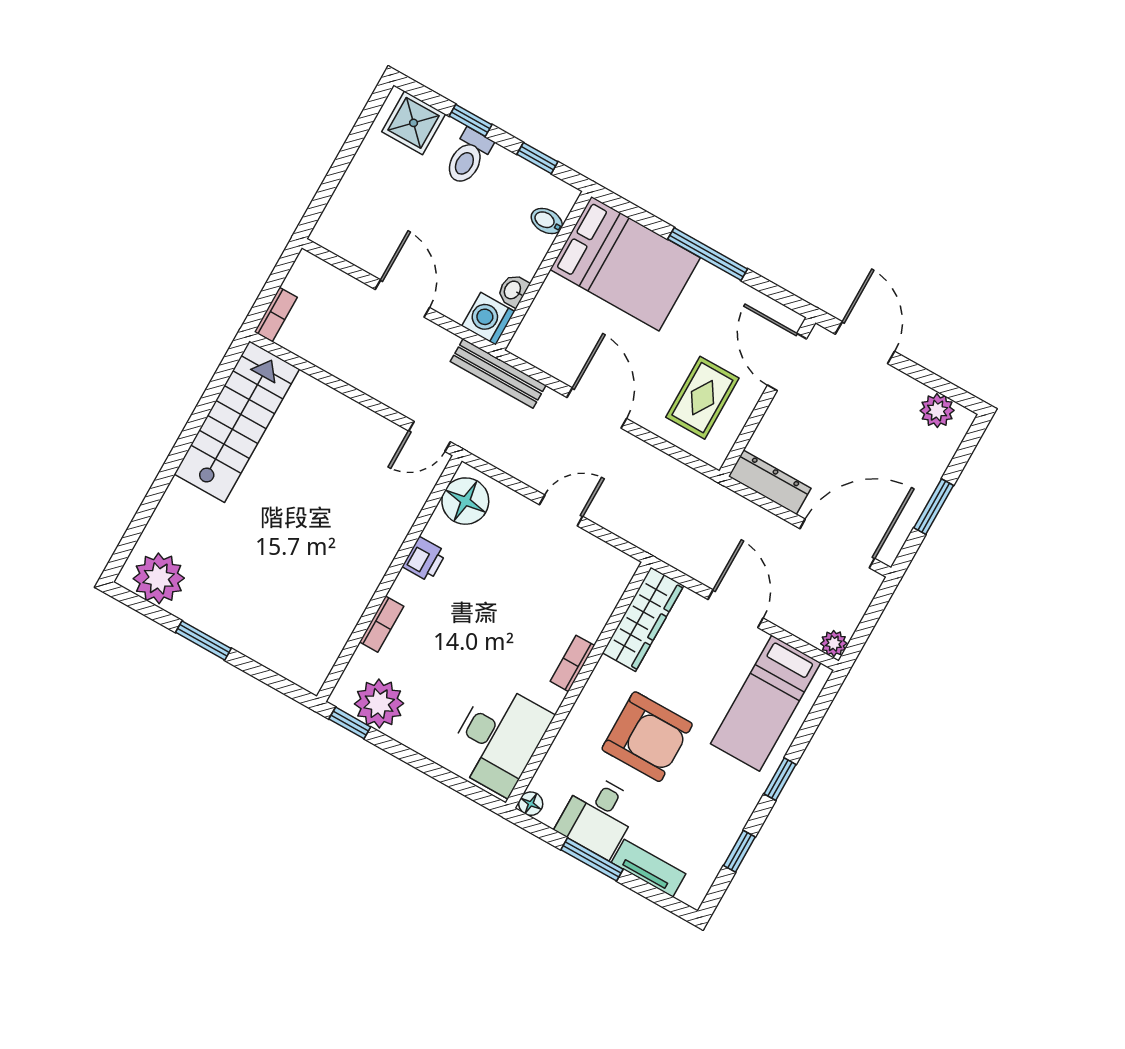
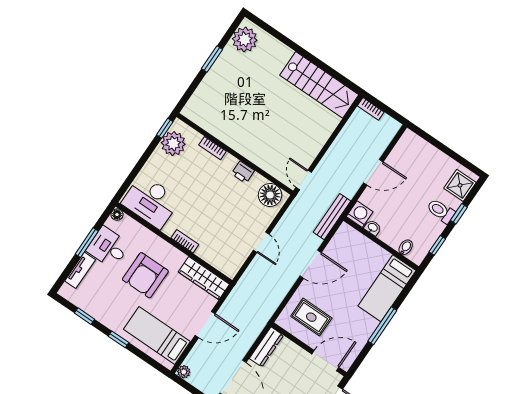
bed: (625, 264) -> (387, 288), width x0.67

